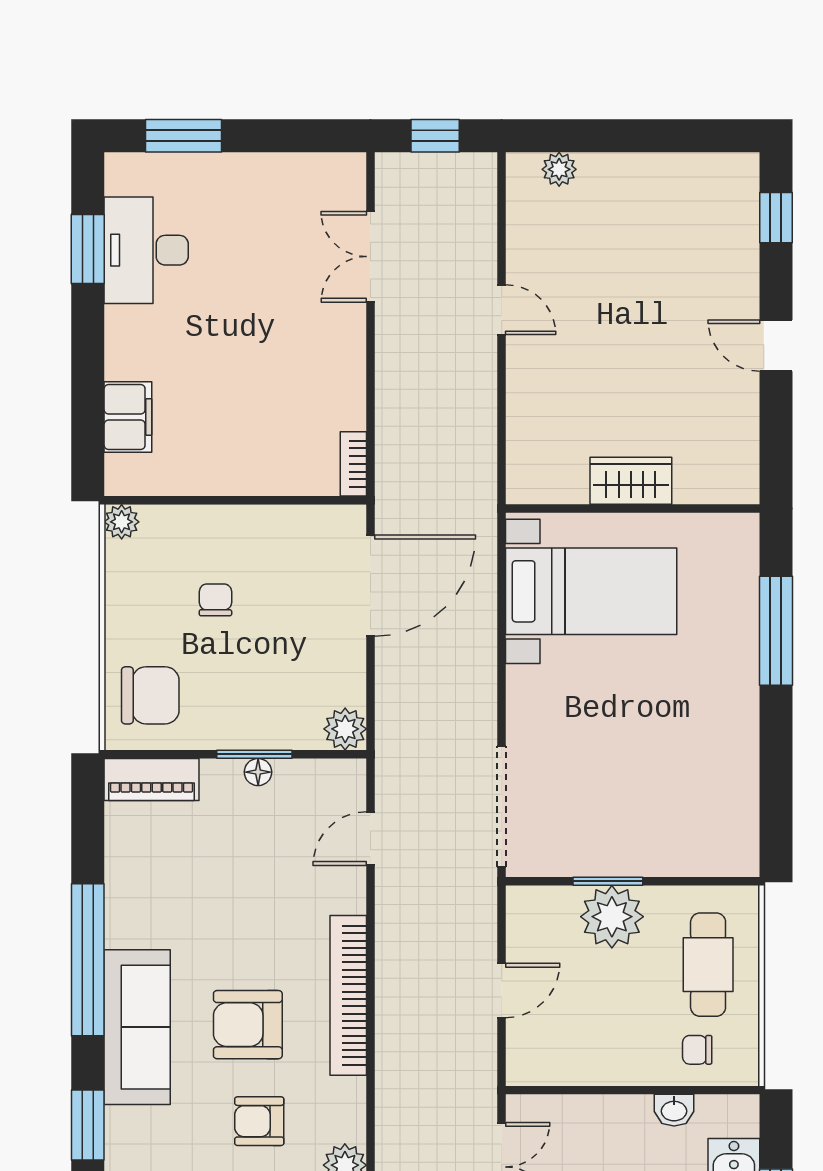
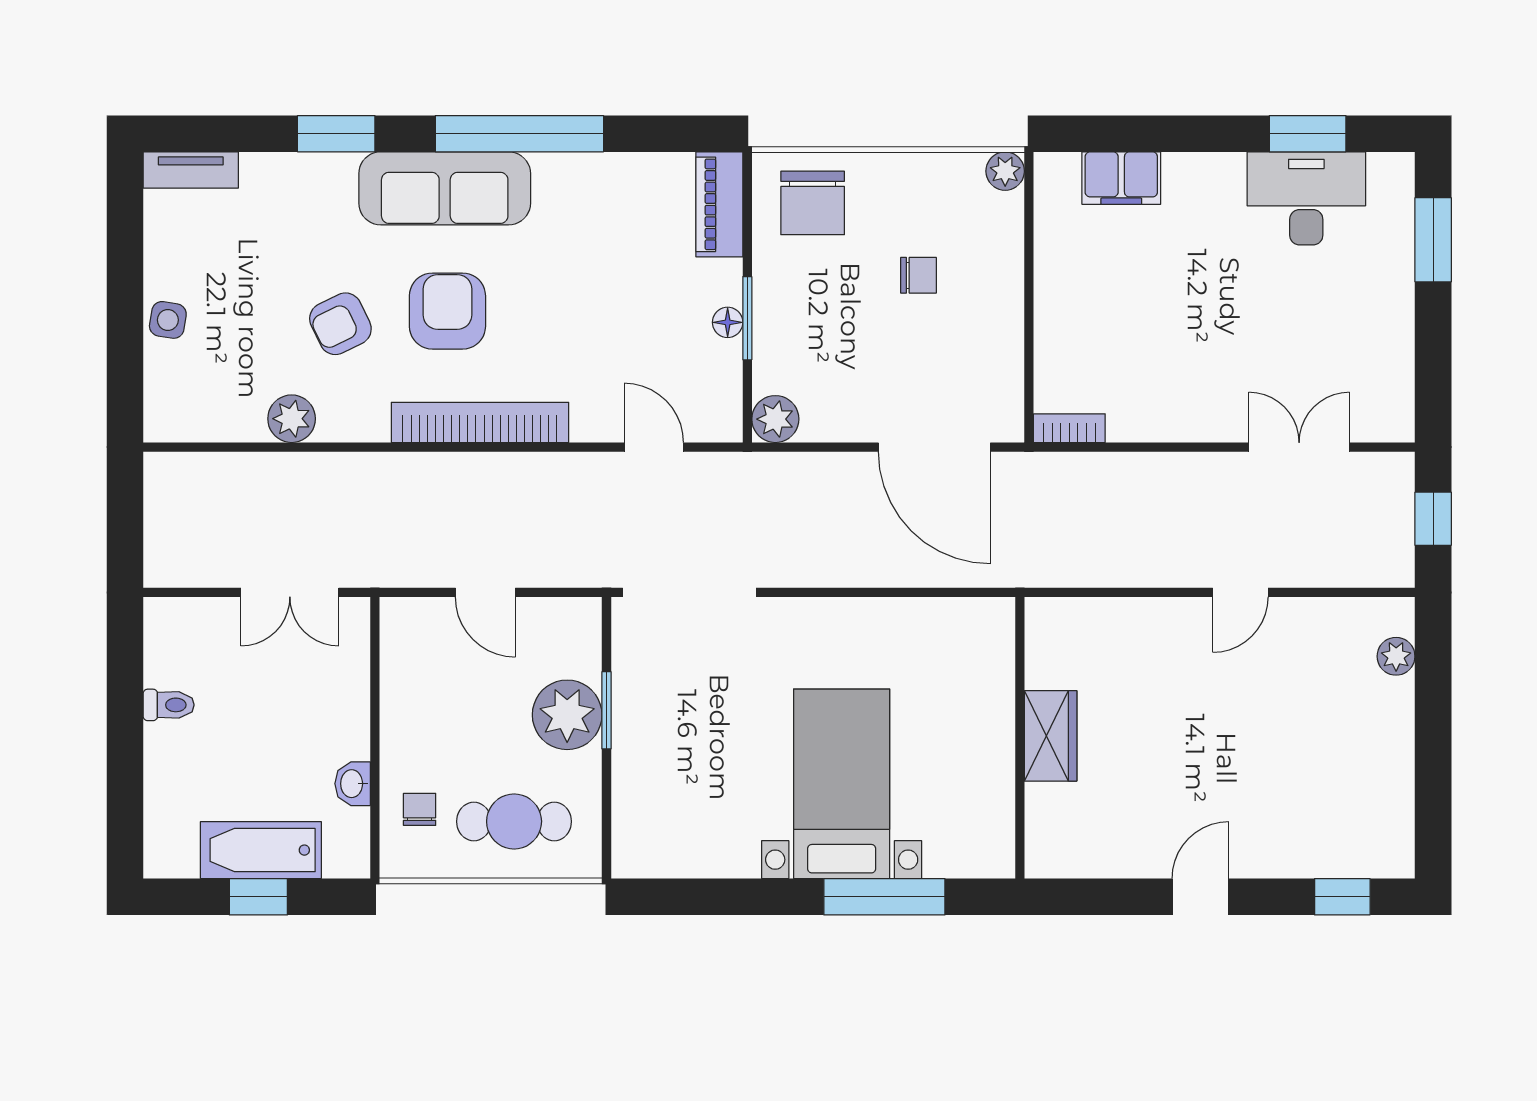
bed with nightstands: (591, 591) -> (842, 784), moved, turned 180
armchair: (259, 1121) -> (340, 324), turned -116

